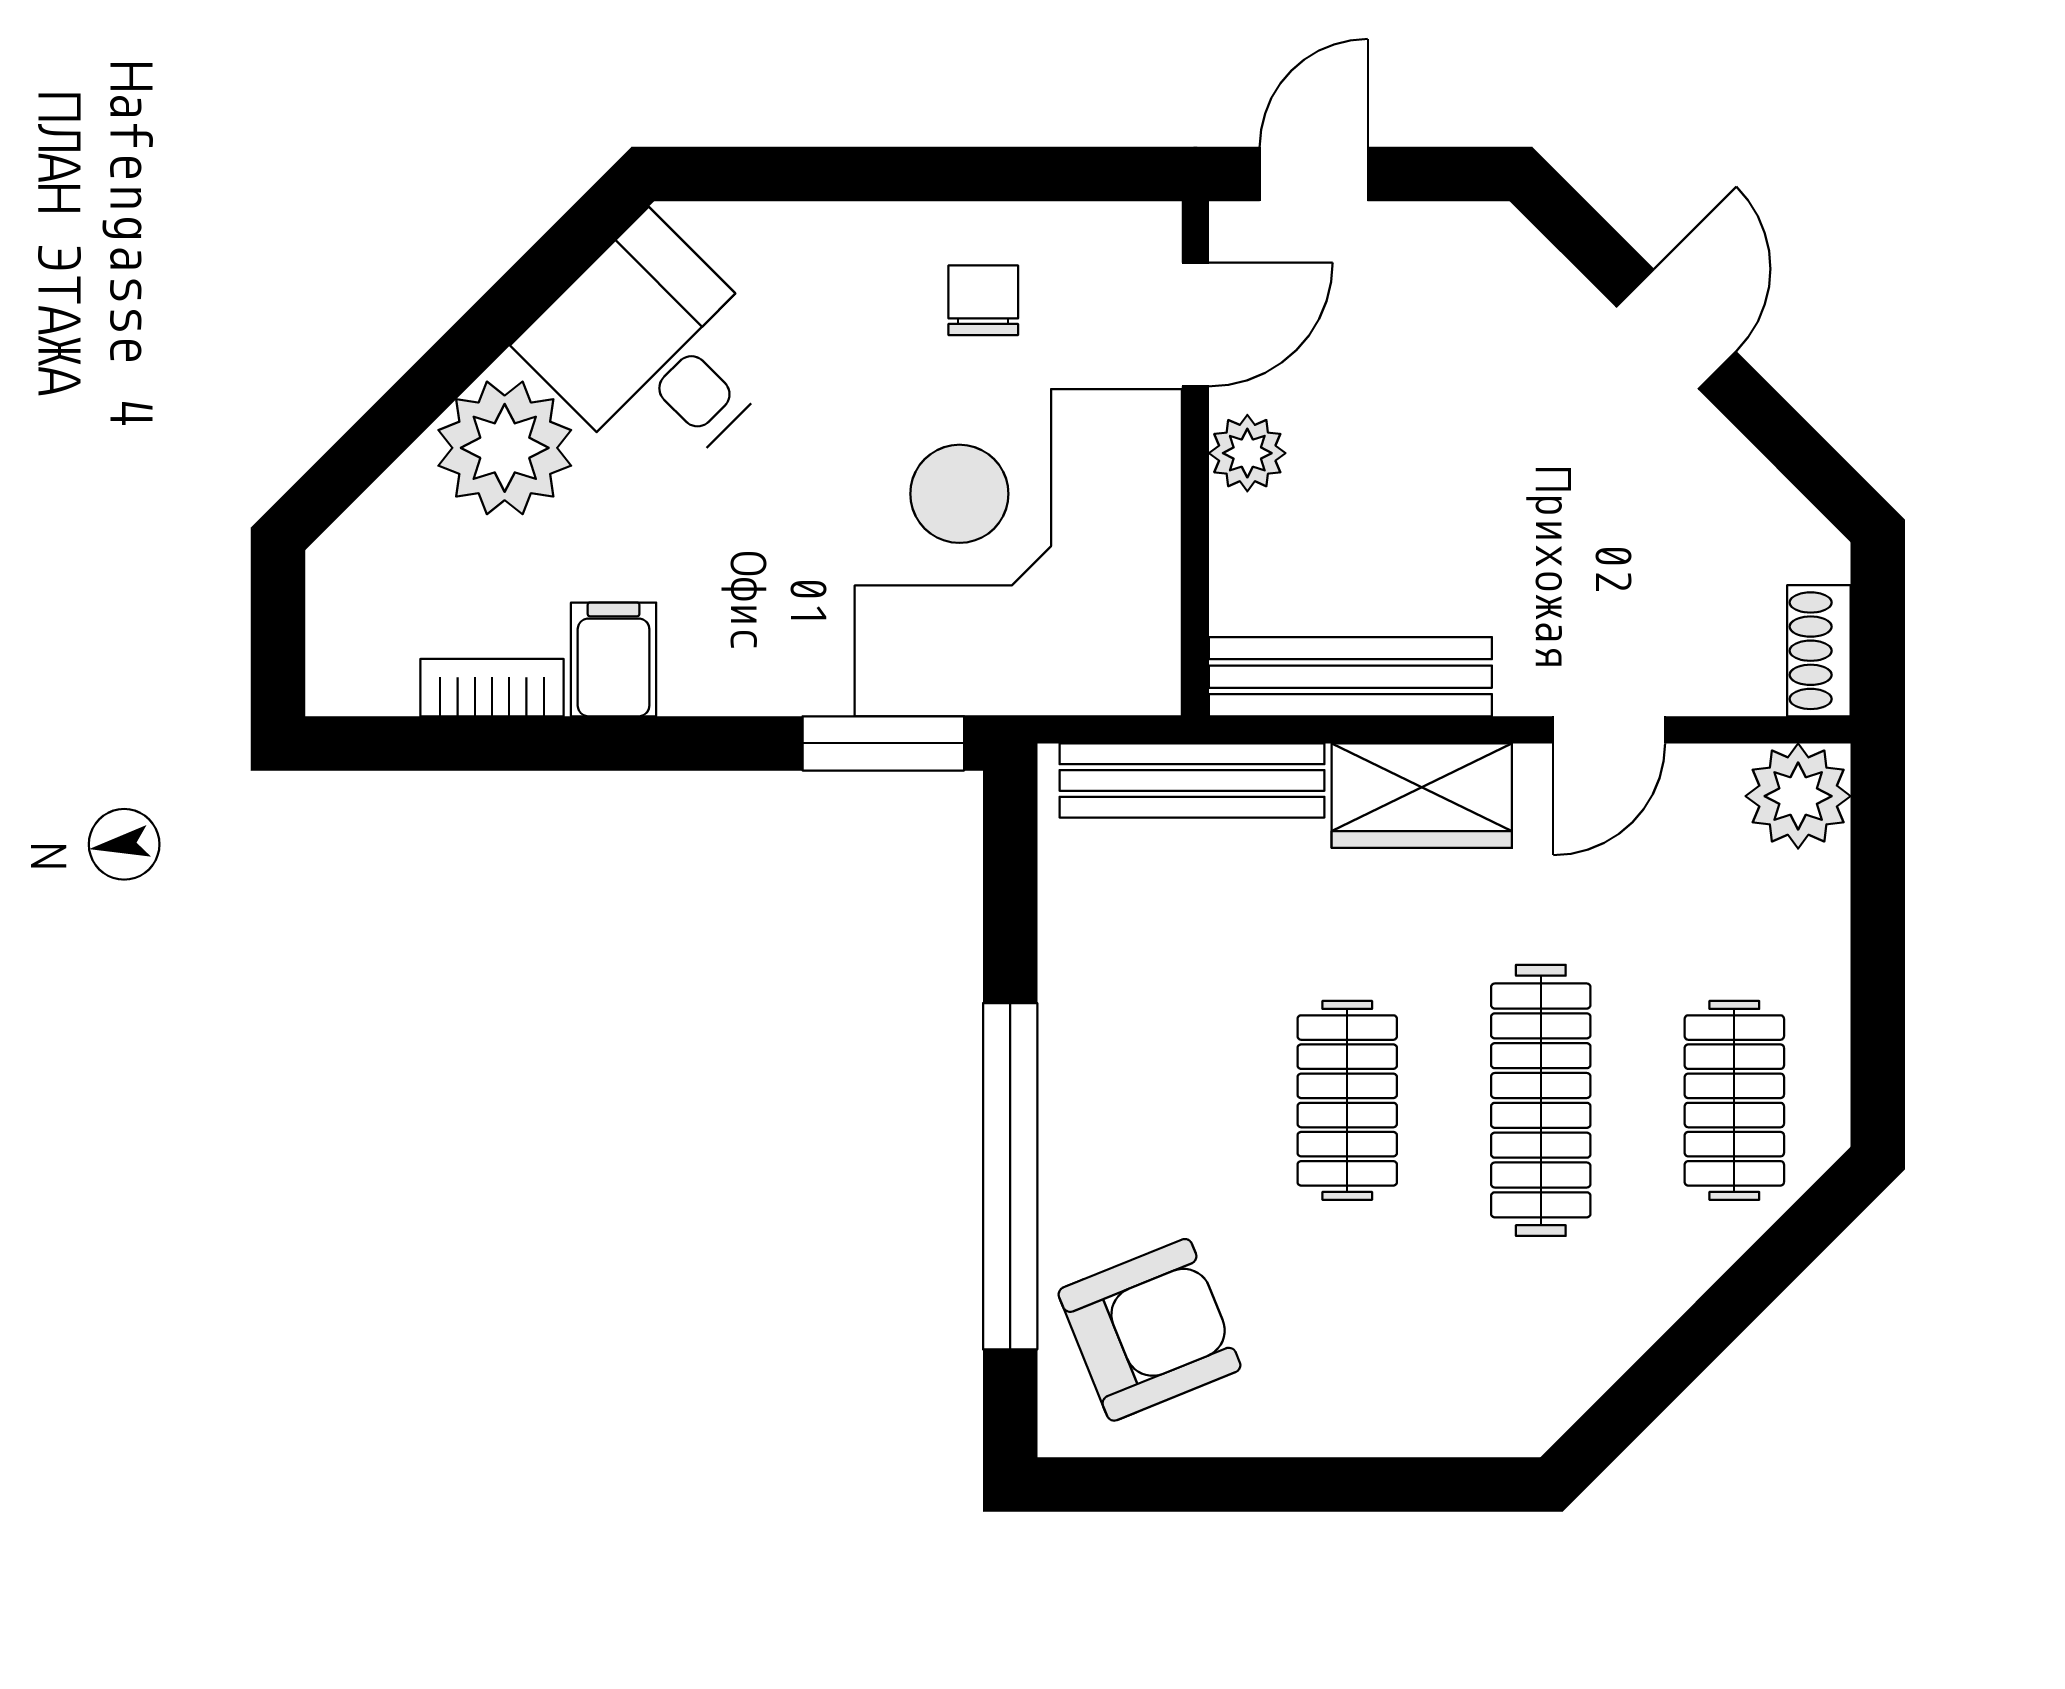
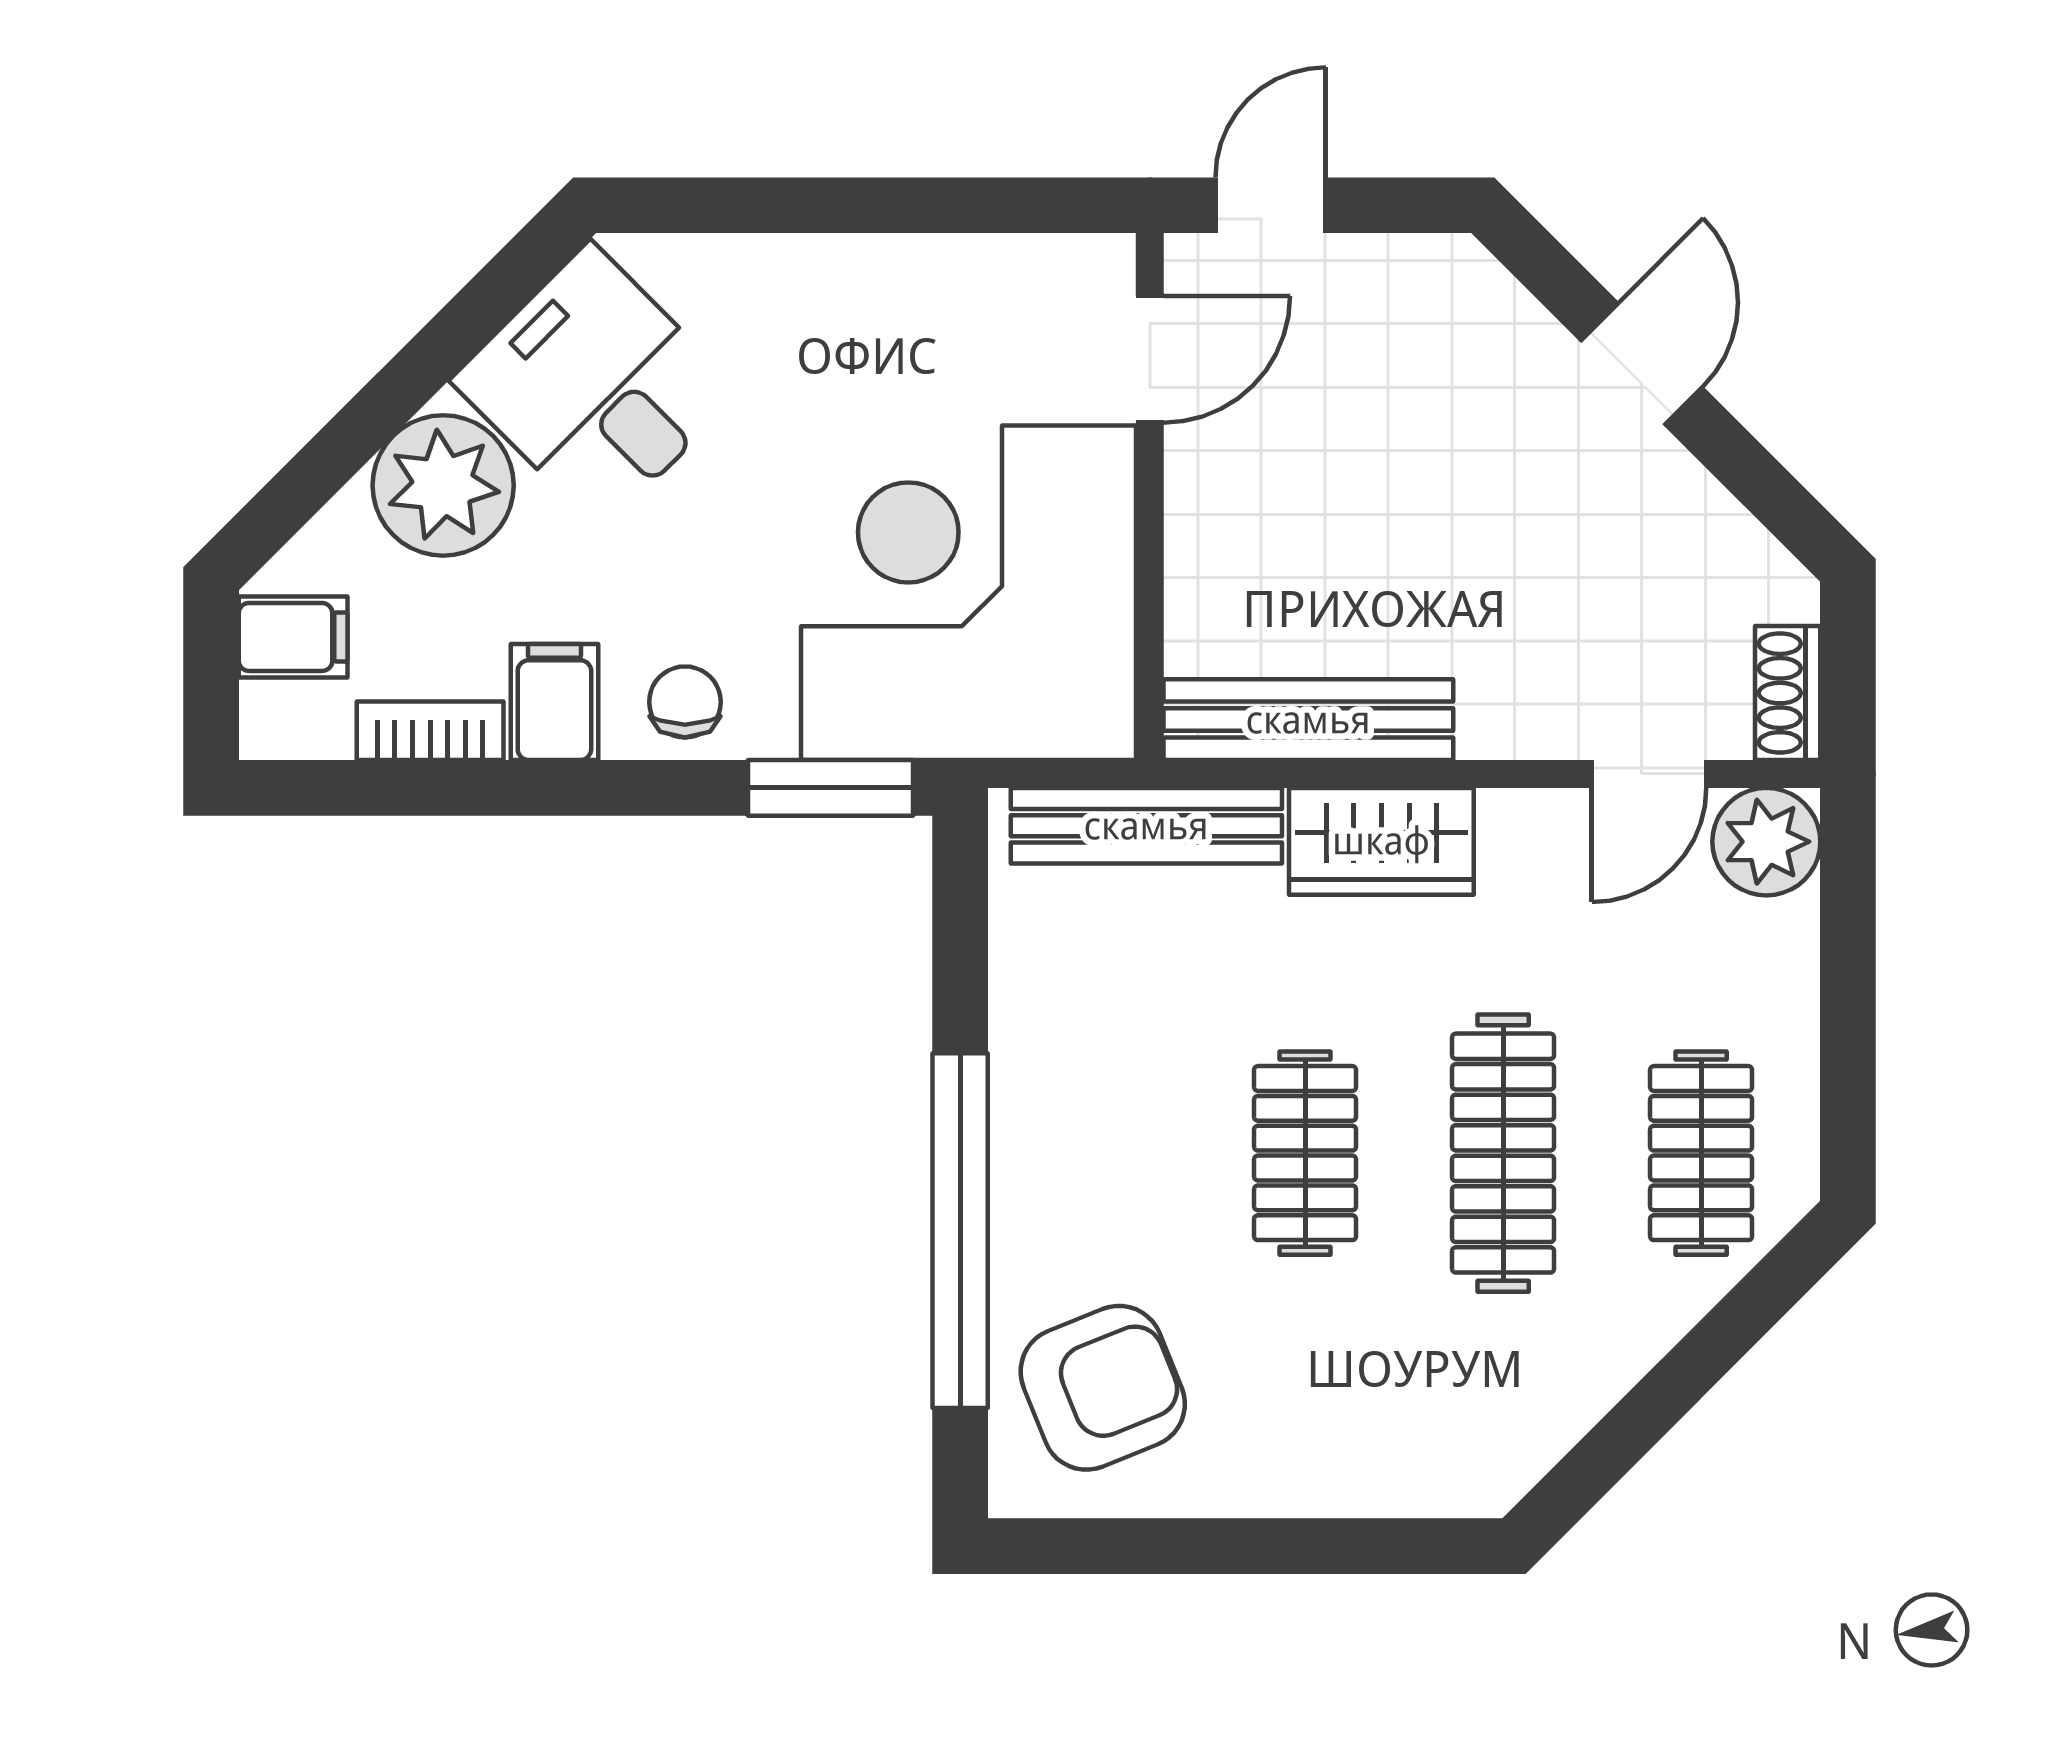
chair: (983, 300) -> (685, 702), moved
plant: (1247, 453) -> (1203, 491), removed
filing cabinet: (358, 596) -> (293, 637), added
door: (1609, 730) -> (1649, 774), moved

